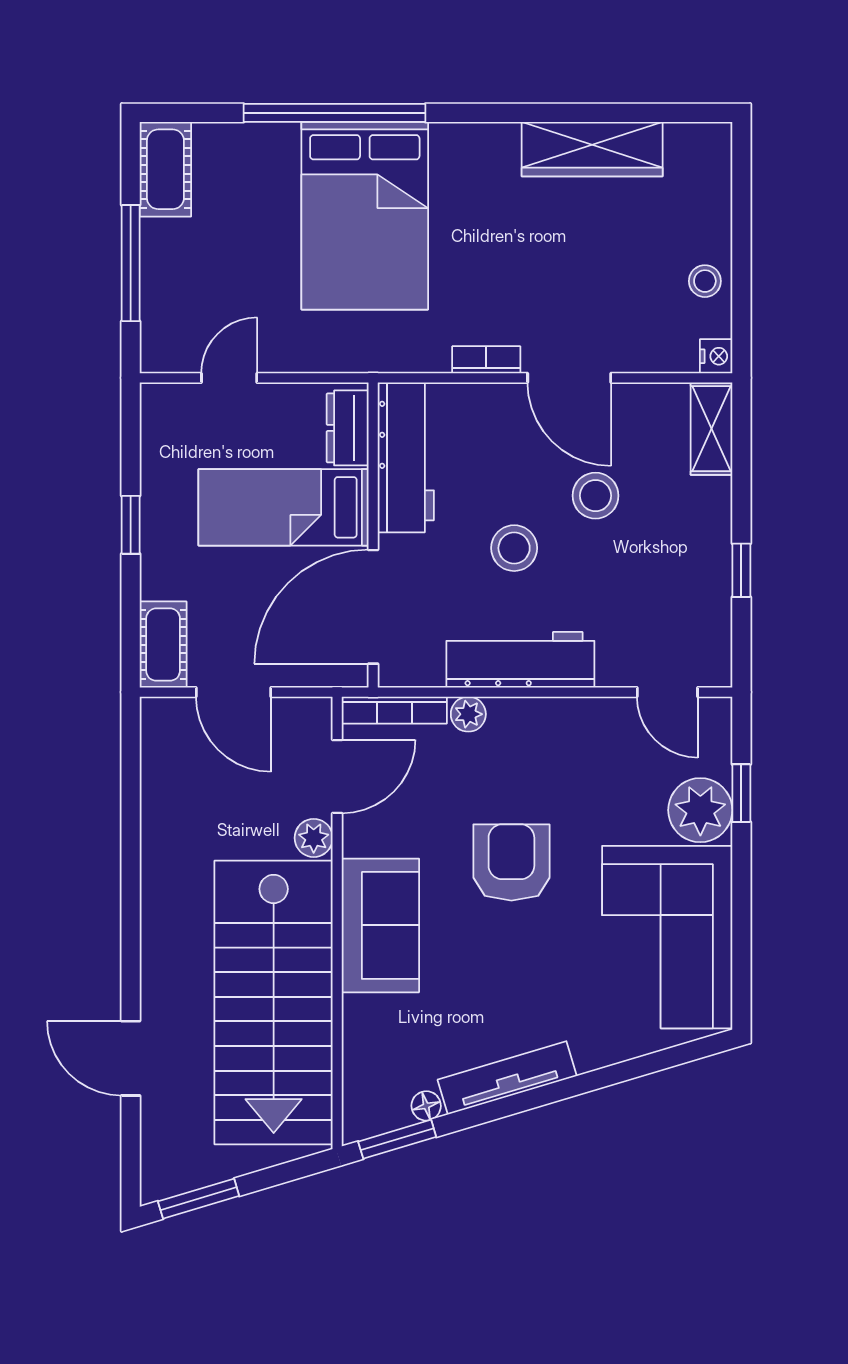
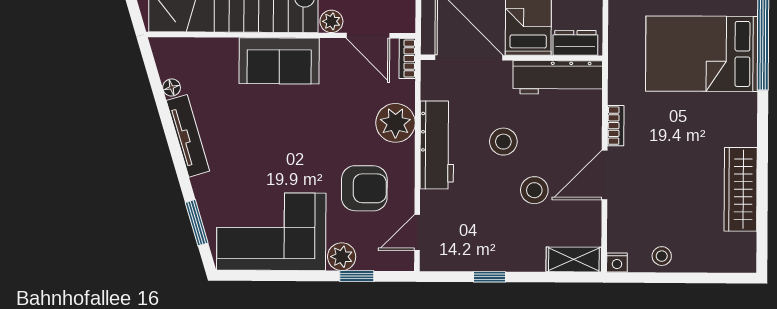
bookcase: (394, 710) -> (407, 59), width x0.64
plant: (468, 714) -> (395, 123), width x1.88, depth x1.88
plant: (700, 810) -> (342, 257), width x0.73, depth x0.73
armchair: (511, 862) -> (364, 188), moved
window: (397, 1139) -> (197, 223), moved

